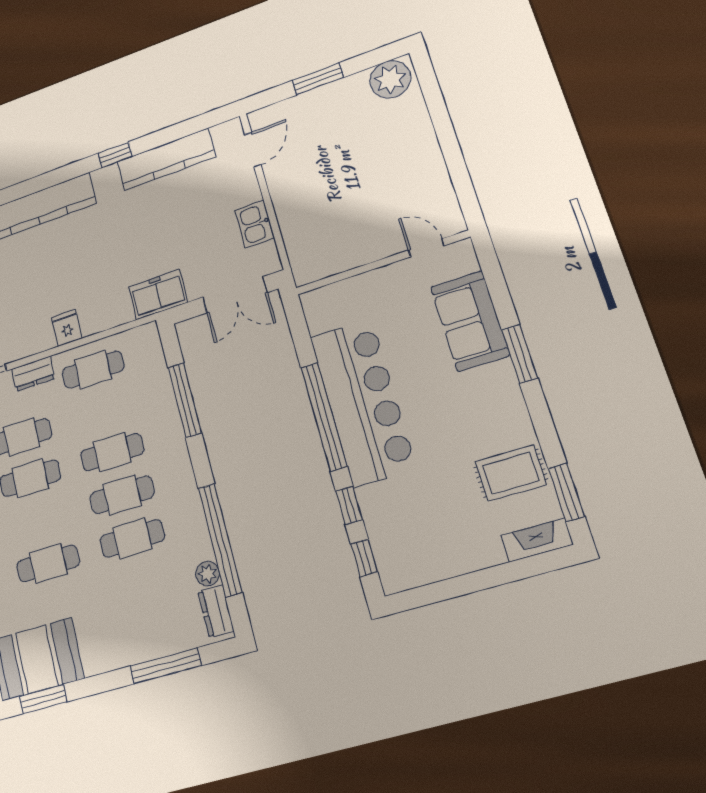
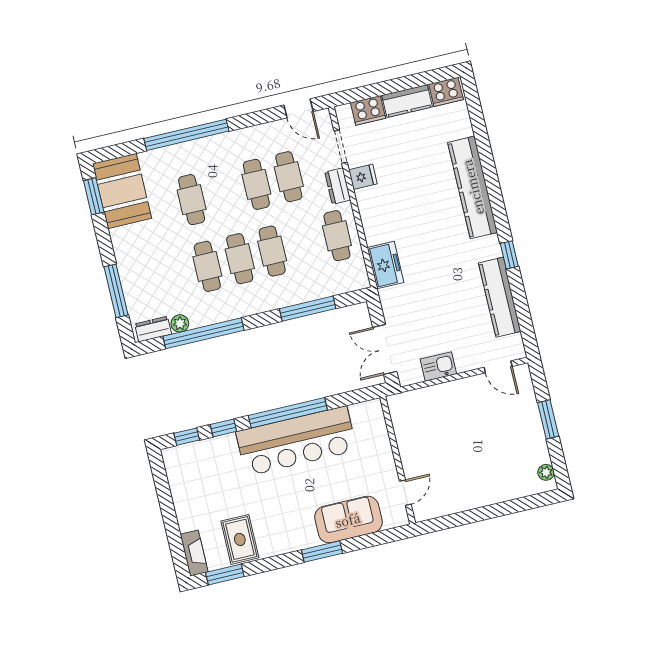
plant: (390, 79) -> (546, 472), width x0.53, depth x0.53
freezer: (158, 294) -> (385, 265), moved
fridge: (67, 328) -> (363, 177), moved

